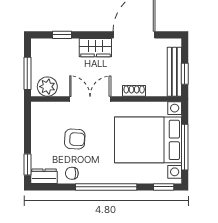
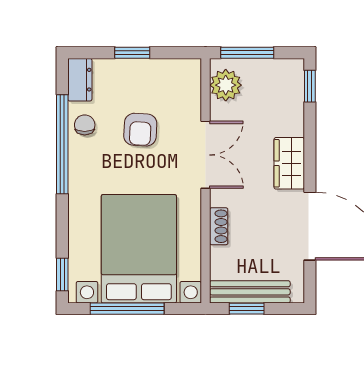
window: (62, 35) -> (310, 86), moved
window: (27, 164) -> (132, 53), moved
window: (106, 187) -> (62, 144), moved

